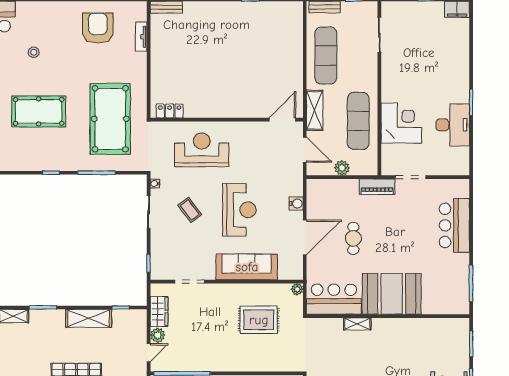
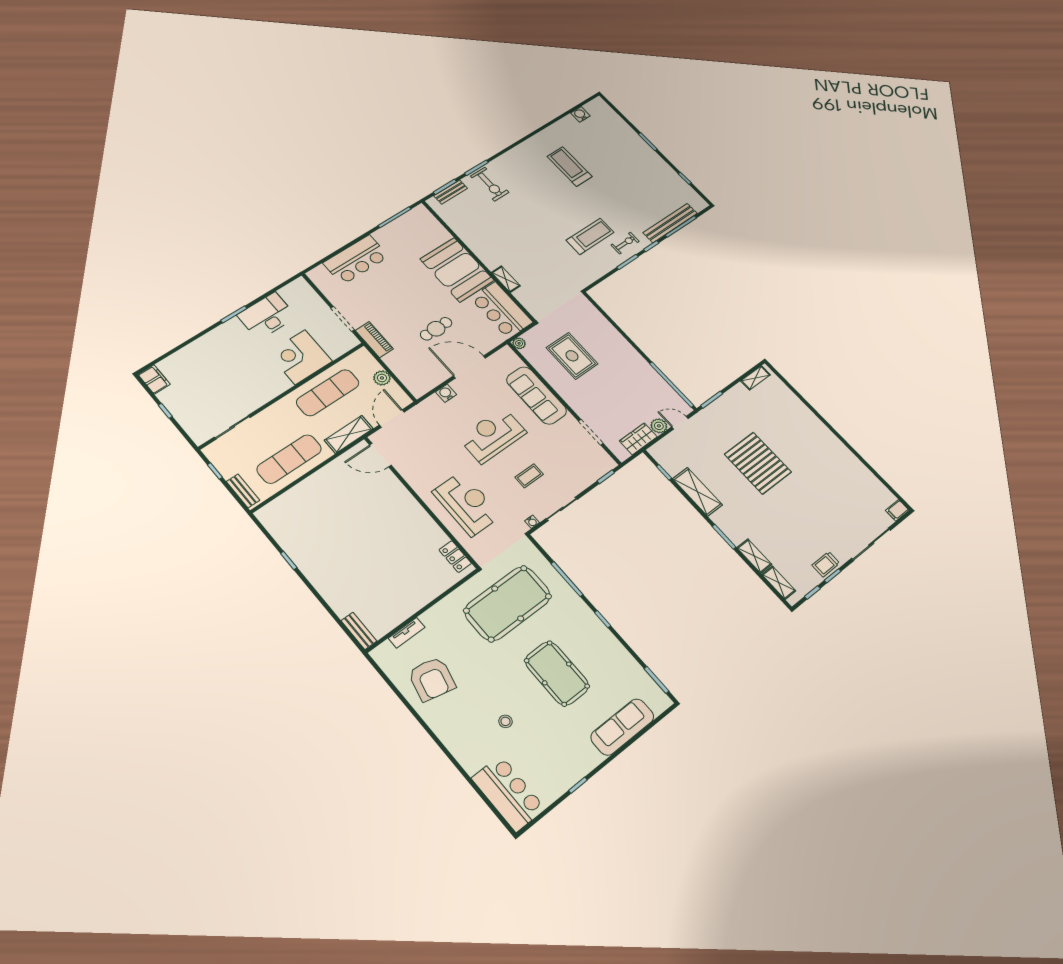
armchair: (98, 28) -> (432, 679), turned -77
reception desk: (202, 150) -> (467, 504), turned 180
coffee table: (190, 210) -> (529, 476), turned 37
bench: (463, 344) -> (451, 192), added

